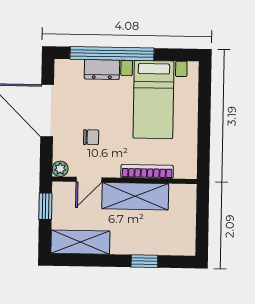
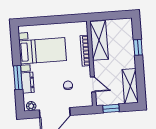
window: (112, 54) -> (18, 78), width x0.47
plant: (60, 169) -> (31, 106), moved
shelving: (135, 196) -> (99, 40), moved

